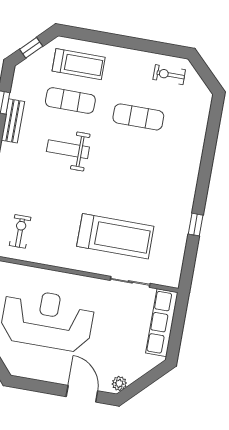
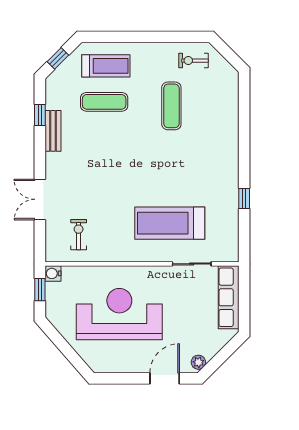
exercise mat: (138, 117) -> (171, 106), turned 90
weight bench: (68, 149) -> (110, 149), removed
treadmill: (115, 236) -> (170, 223), turned 180
door: (82, 394) -> (165, 378), hinge flipped

